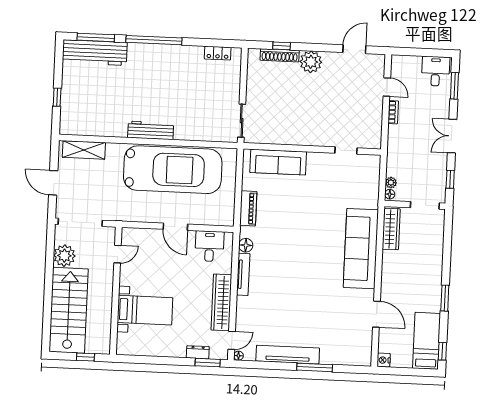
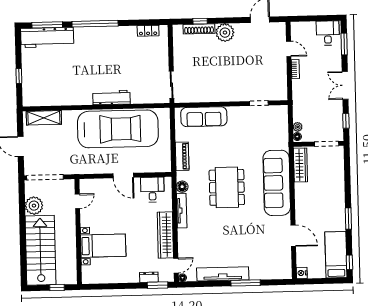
workbench: (151, 130) -> (111, 98), moved
dining table: (300, 250) -> (227, 187), added

